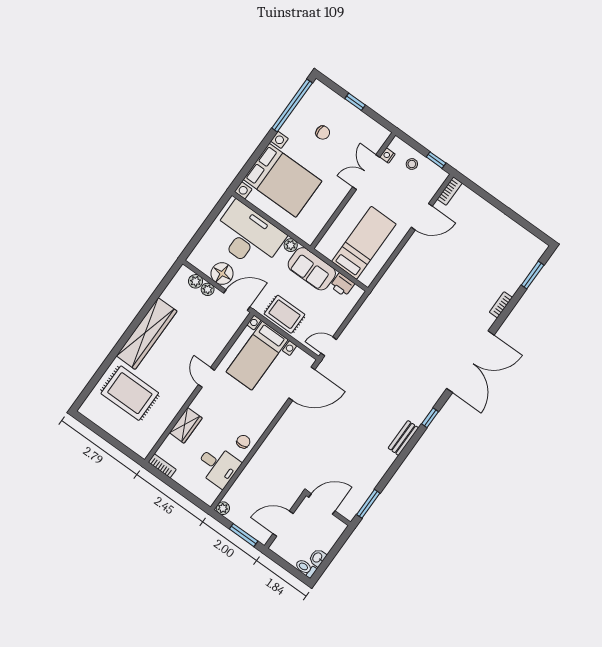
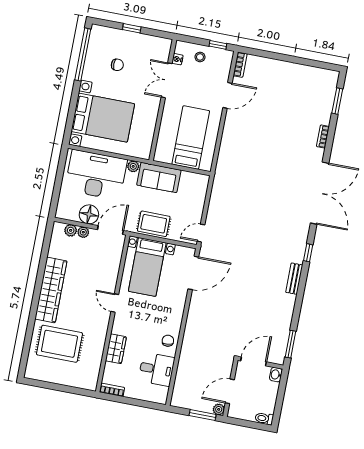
printer: (342, 285) -> (189, 179), removed
plant: (223, 508) -> (219, 409), moved
washbasin: (318, 558) -> (276, 375), moved

